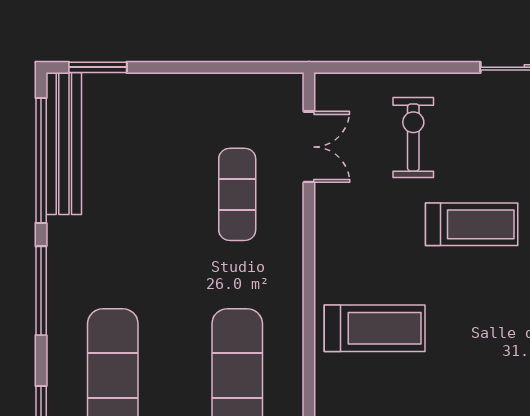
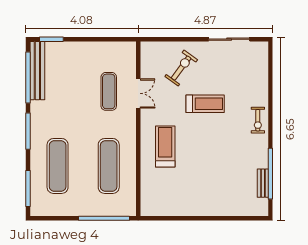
exercise bike: (413, 137) -> (181, 68), turned 36
double door: (309, 147) -> (138, 93), moved
treadmill: (375, 328) -> (165, 146), turned -90

